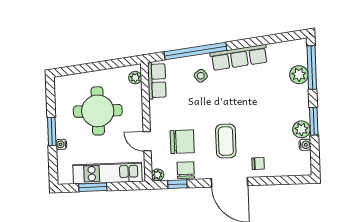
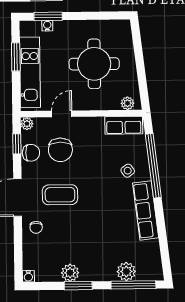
window: (52, 131) -> (48, 16), moved
water cooler: (61, 144) -> (47, 26), moved
water cooler: (305, 145) -> (28, 276), moved

